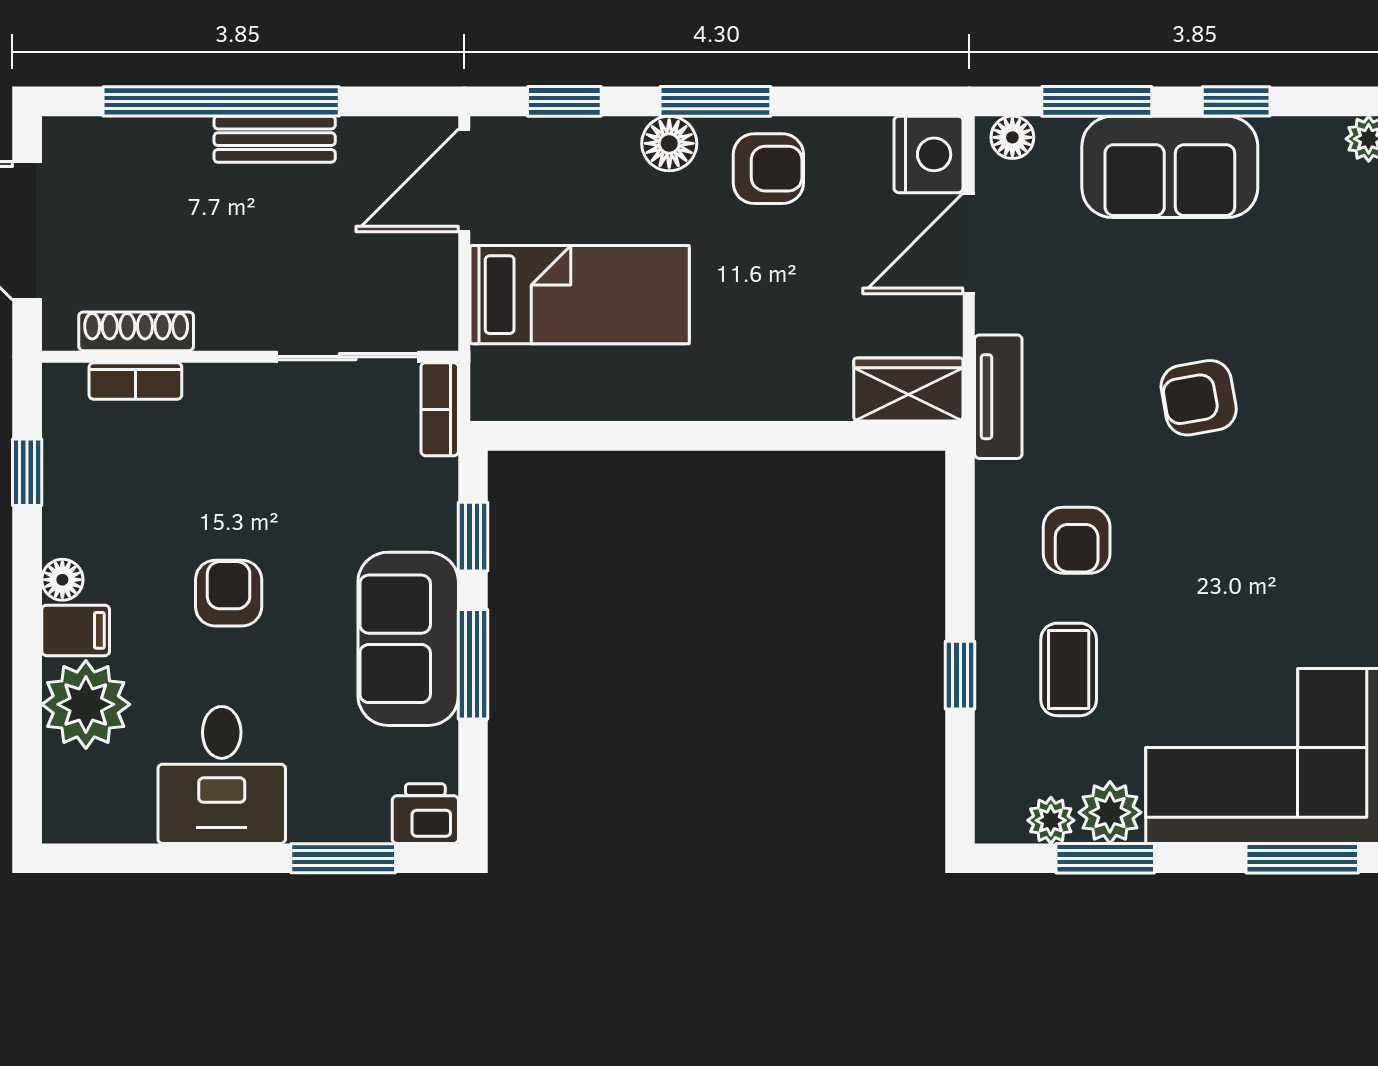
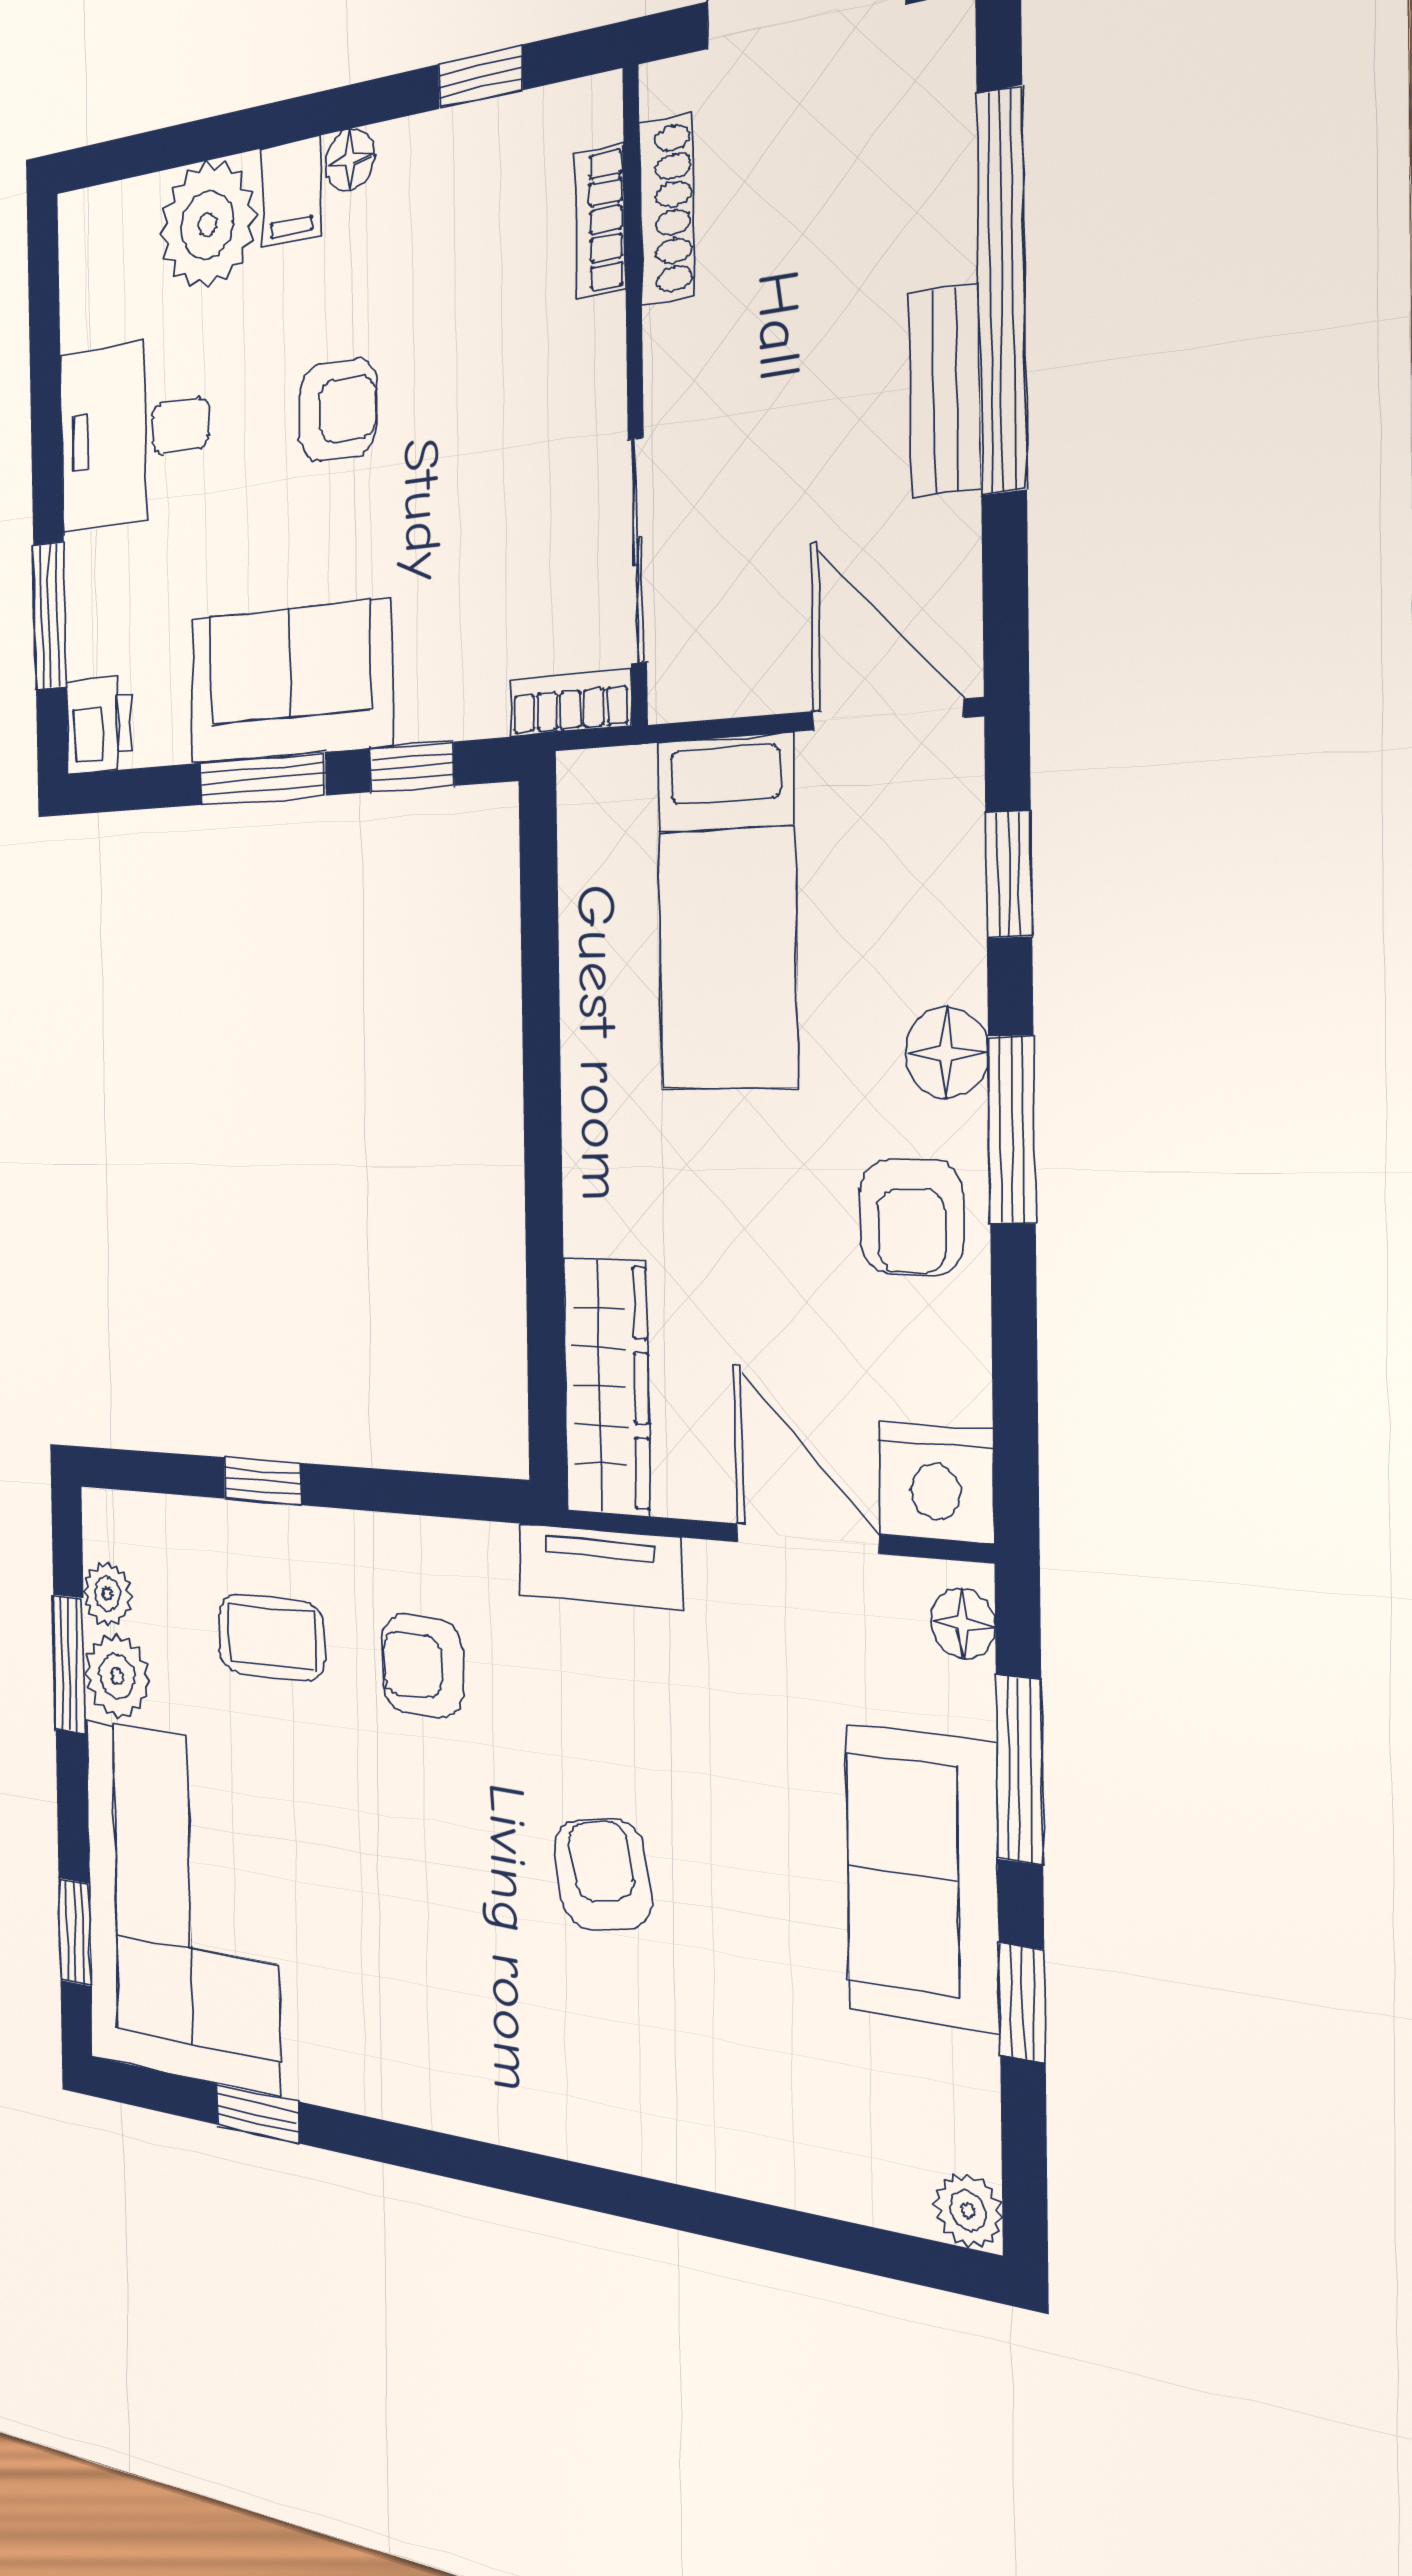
wardrobe: (908, 390) -> (606, 1386), width x1.50
window: (1302, 858) -> (75, 1932), width x0.67

